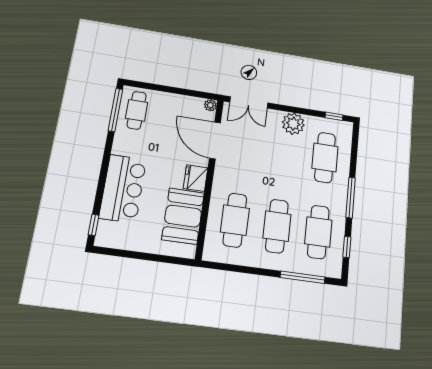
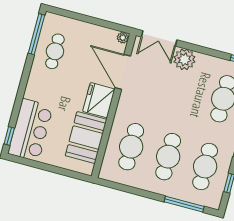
cafe table: (137, 110) -> (55, 51), moved
plant: (293, 124) -> (184, 59), moved
fridge: (196, 178) -> (99, 100), width x1.36, depth x1.34
bar counter: (123, 189) -> (30, 130), moved

